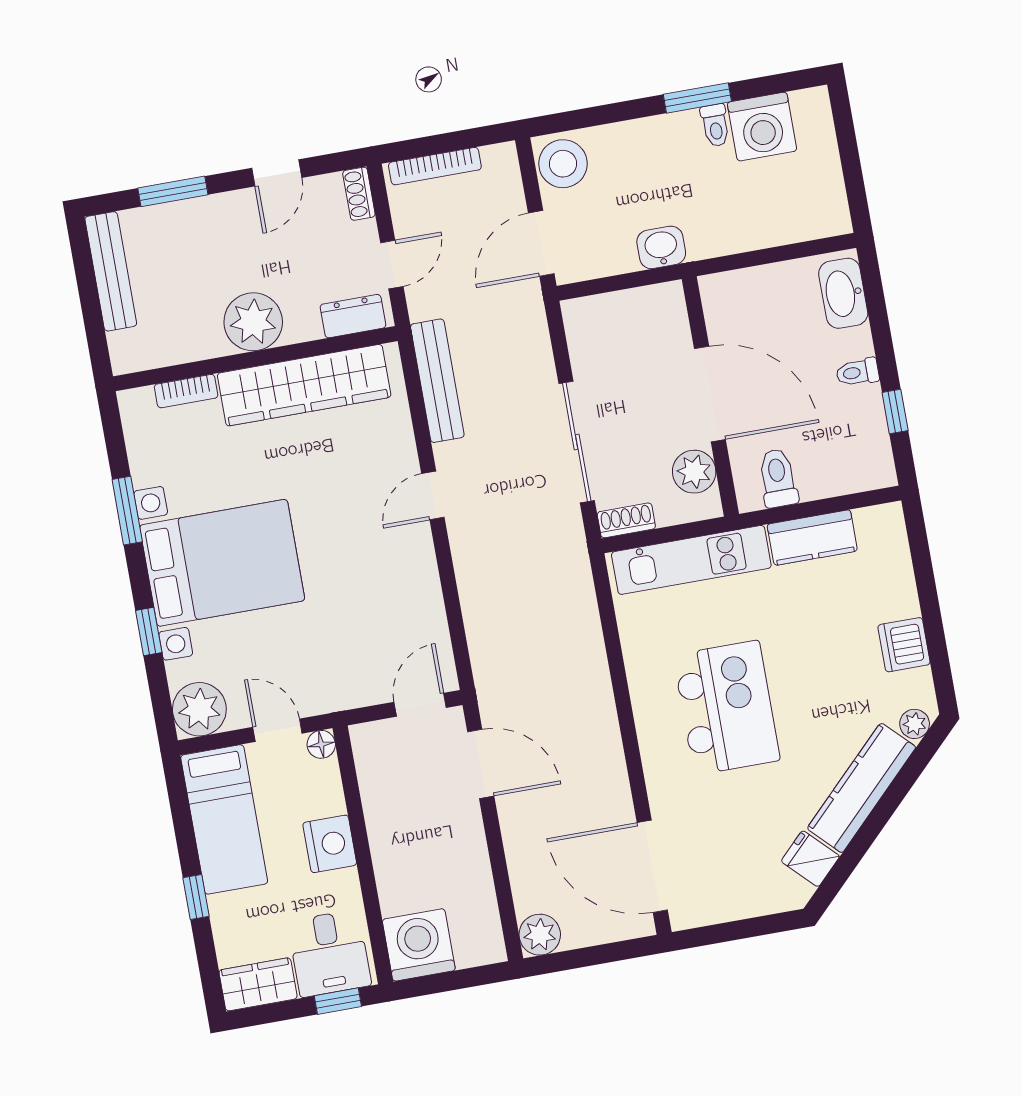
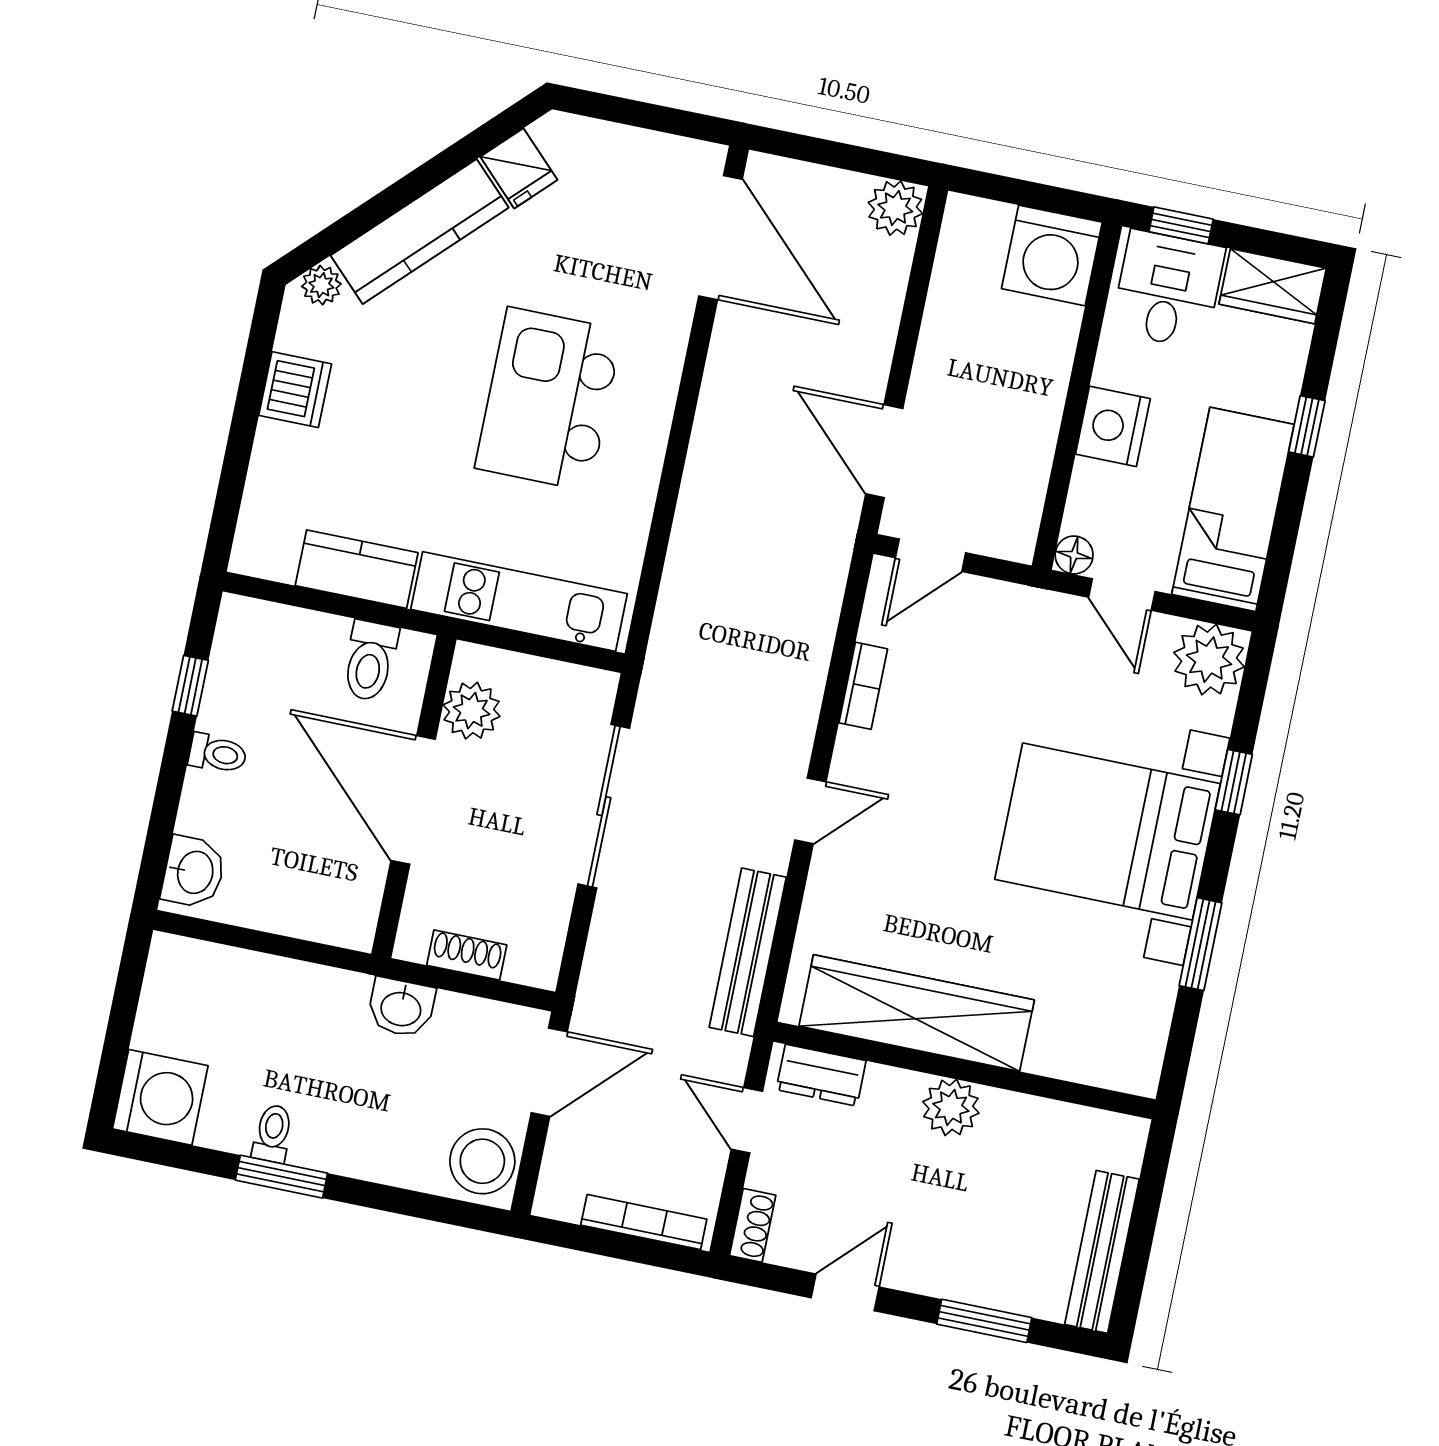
washing machine: (762, 127) -> (160, 1097), moved, turned 90
door: (392, 265) -> (747, 1120), hinge flipped
washbasin: (843, 293) -> (194, 872), width x0.72
plant: (253, 322) -> (951, 1107), width x0.73, depth x0.73
bookcase: (186, 391) -> (863, 686), moved, turned 90
shoe rack: (626, 520) -> (467, 955), moved, turned 180

